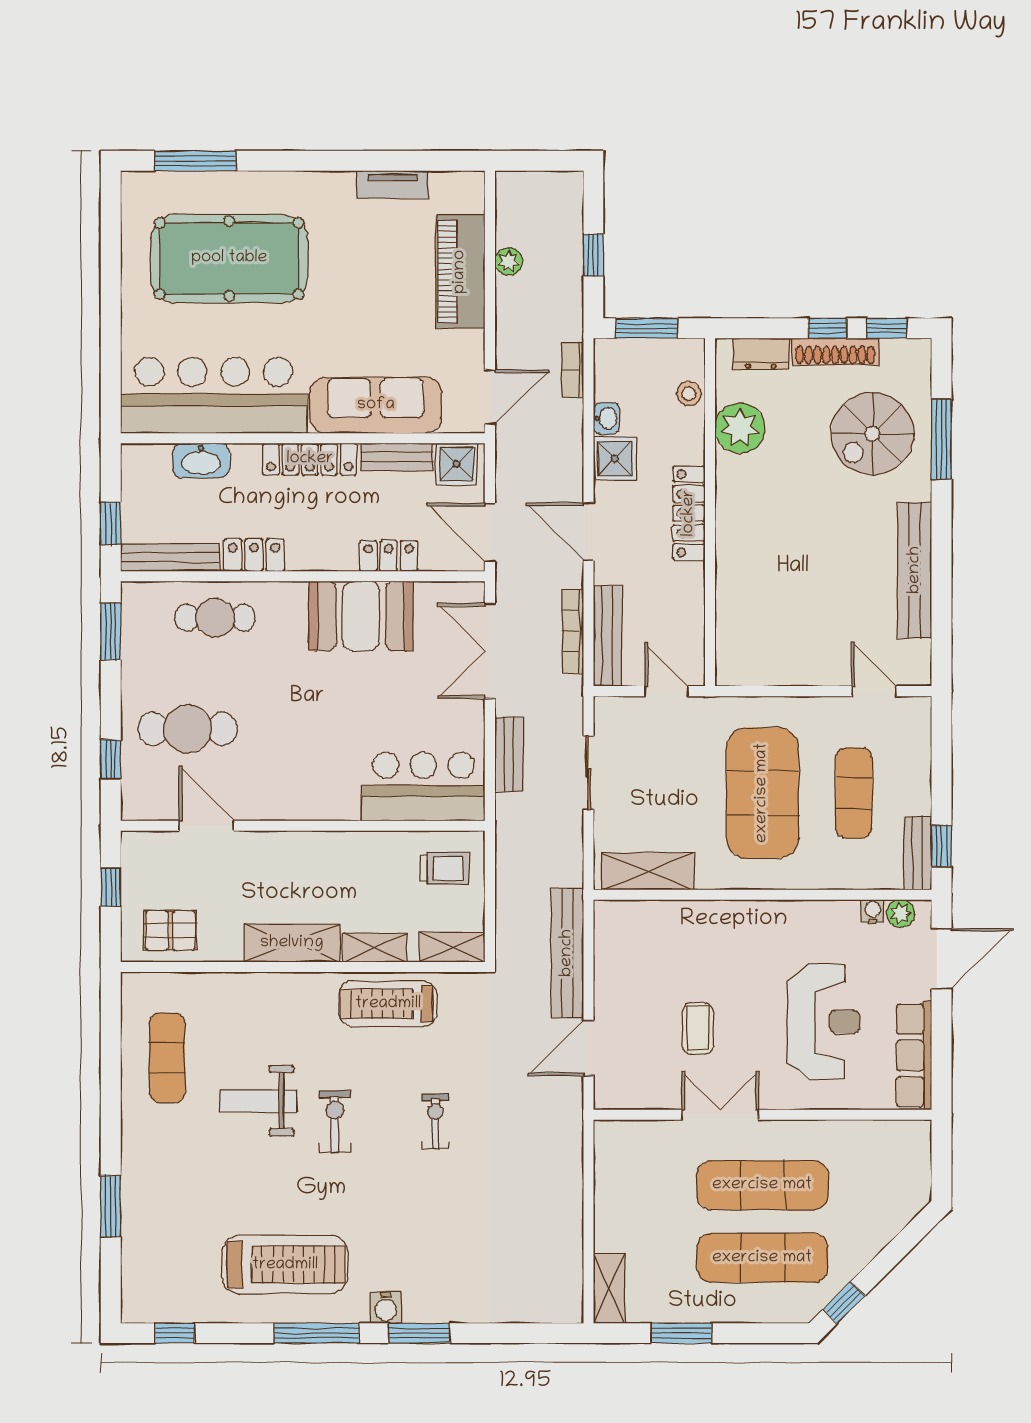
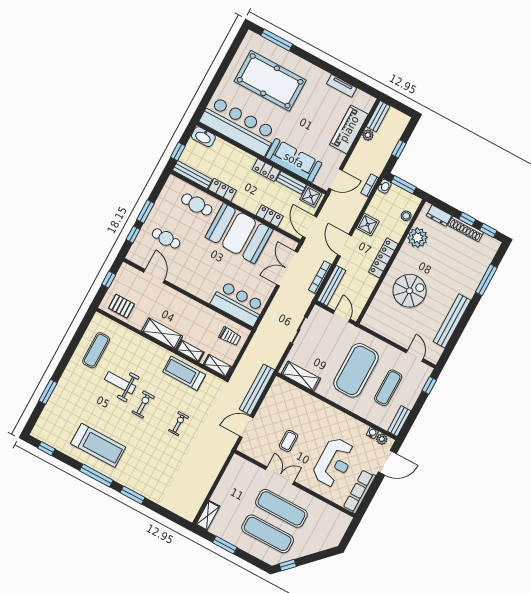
washbasin: (606, 418) -> (385, 186), moved
spiral stairs: (872, 434) -> (410, 291), moved, turned 180
locker: (310, 459) -> (266, 170), width x0.66
washbasin: (201, 461) -> (203, 137), moved
booth: (361, 616) -> (239, 233), width x1.36, depth x1.42
window: (111, 632) -> (145, 212), moved
cafe table: (188, 729) -> (166, 238), width x0.73, depth x0.74
bench: (509, 754) -> (378, 116), moved
window: (941, 846) -> (429, 385), moved
water cooler: (386, 1308) -> (126, 480), removed

